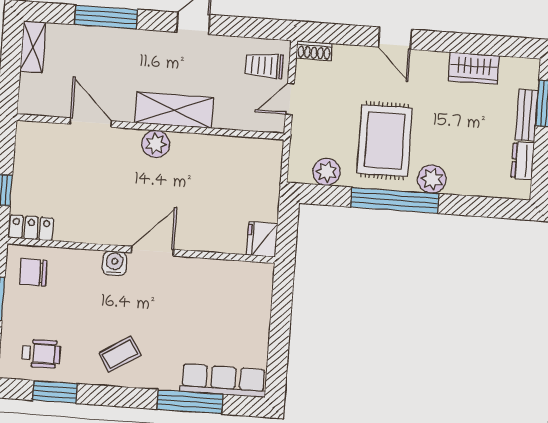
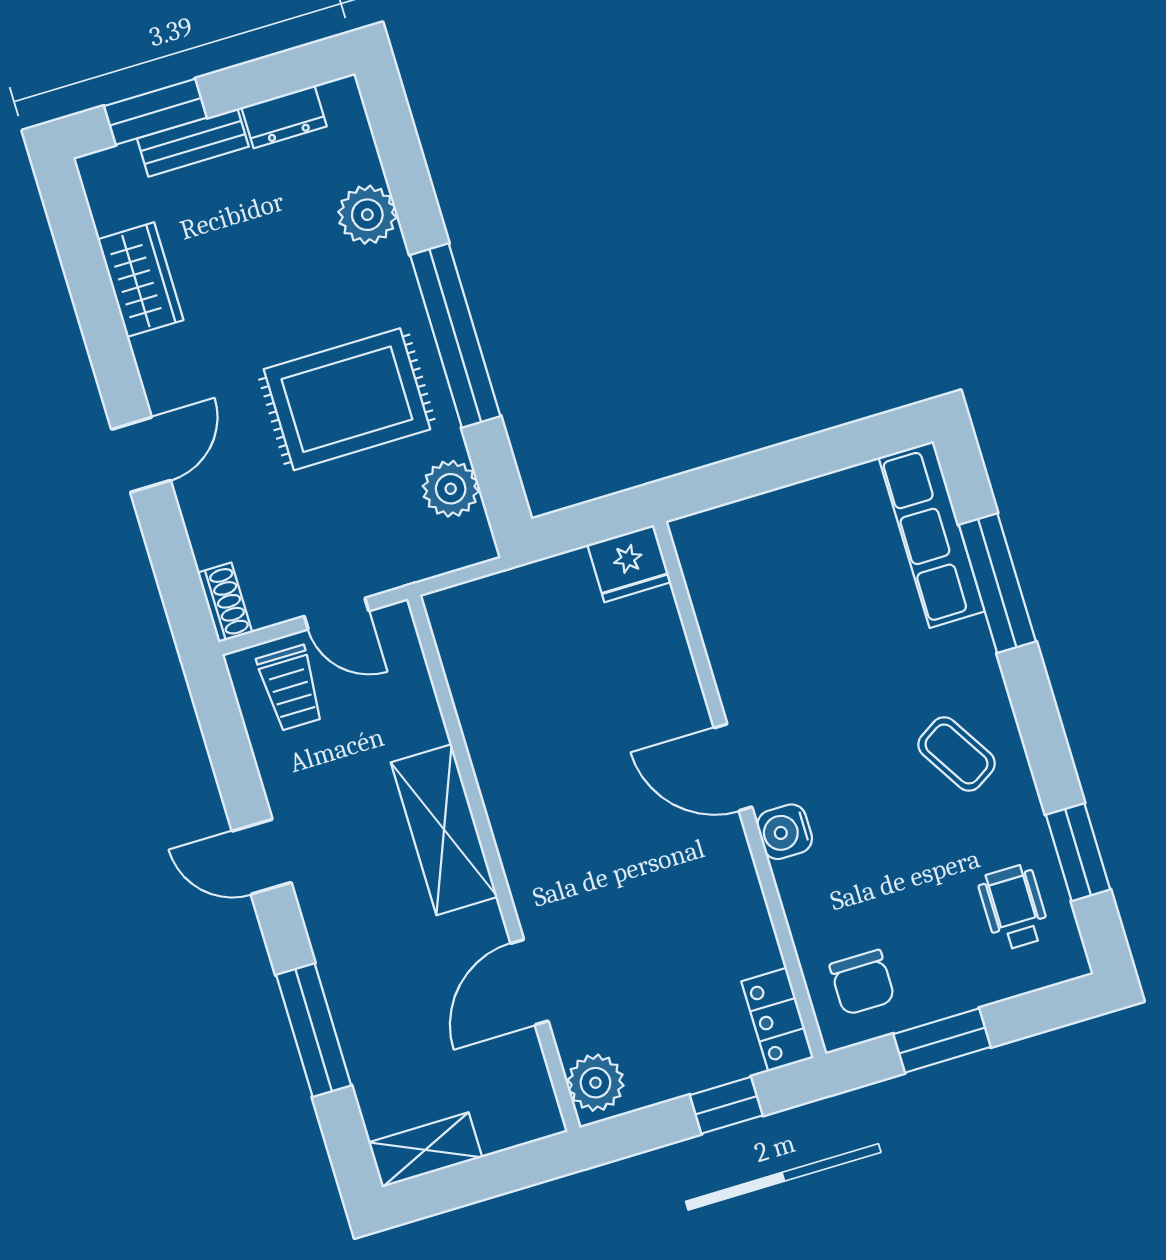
plant: (156, 144) -> (595, 1083), moved
plant: (432, 179) -> (367, 215), moved

